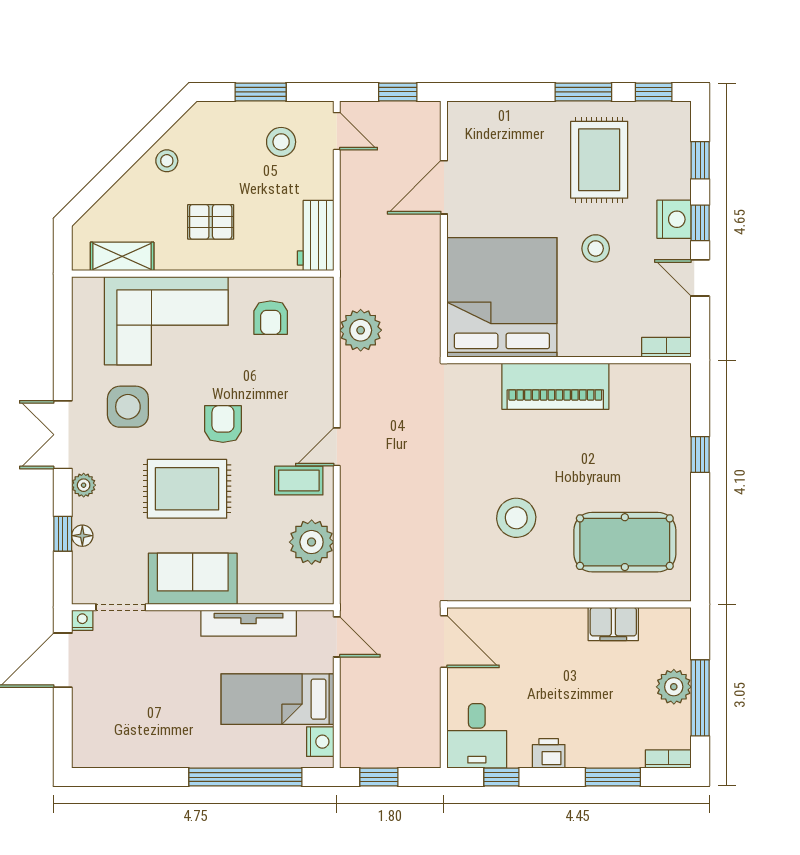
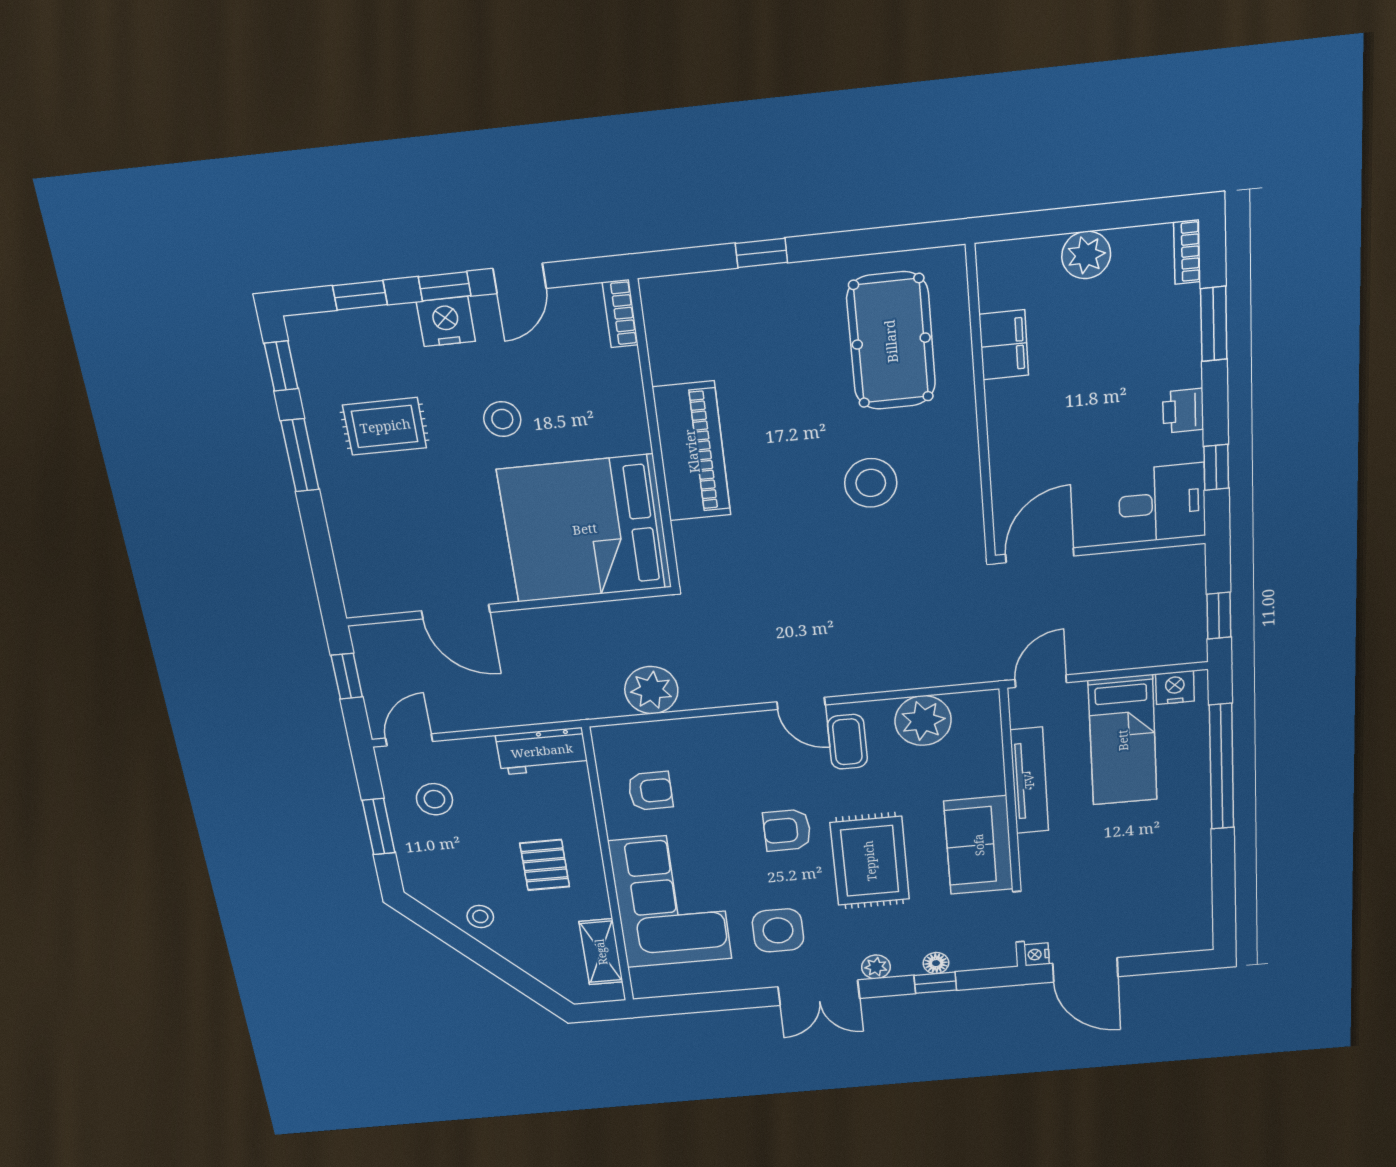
rug: (599, 160) -> (385, 426), width x0.73, depth x0.70
window: (700, 698) -> (1100, 217), removed

